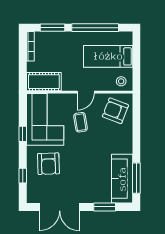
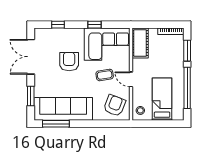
armchair: (48, 164) -> (69, 62), moved, turned 92
sofa: (122, 179) -> (63, 109), width x1.36, depth x1.27

